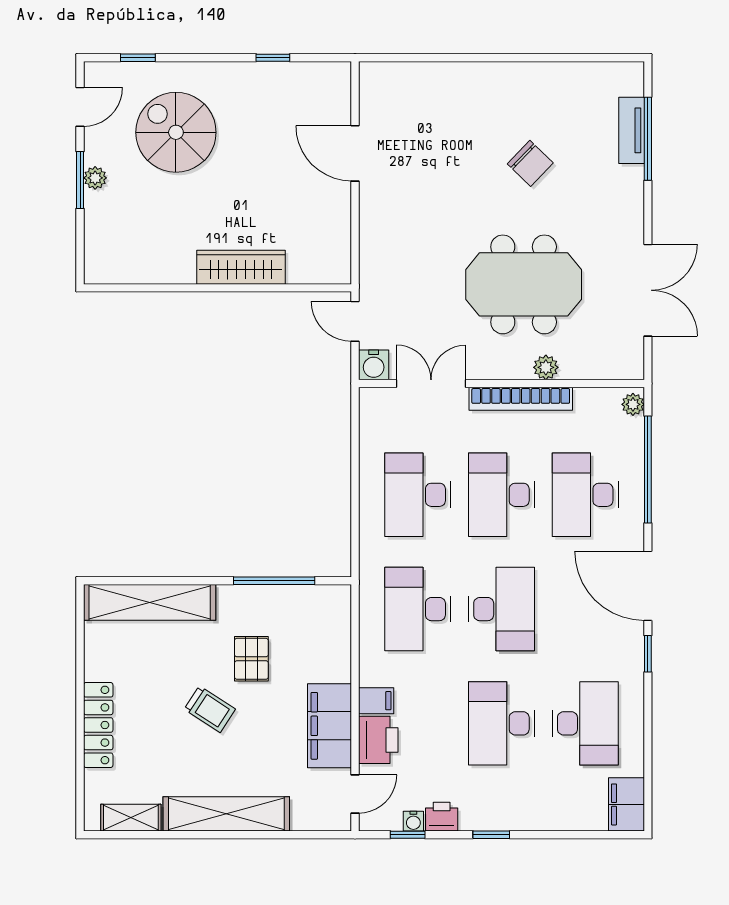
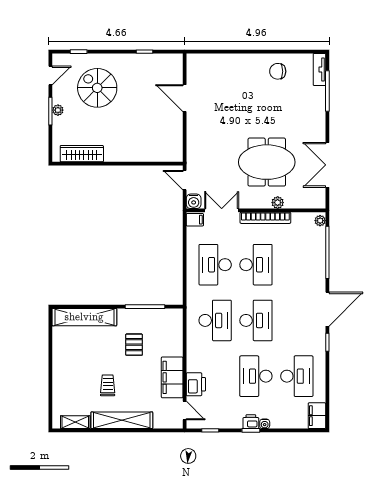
tv unit: (632, 130) -> (319, 69), moved
chair: (530, 163) -> (278, 71), moved, turned 136
wardrobe: (241, 267) -> (82, 154), moved
double door: (648, 290) -> (327, 165), swing flipped
desk: (501, 495) -> (256, 265), turned 180
desk: (585, 495) -> (297, 265), removed
door: (648, 586) -> (327, 309), swing flipped
desk: (418, 609) -> (215, 320), turned 180
filing cabinet: (376, 701) -> (195, 220), moved
trolley: (210, 709) -> (108, 385), moved, turned -123
locker: (98, 725) -> (59, 377), removed
door: (355, 794) -> (185, 411), hinge flipped
printer: (442, 817) -> (251, 422), moved
water cooler: (413, 821) -> (265, 424), moved

